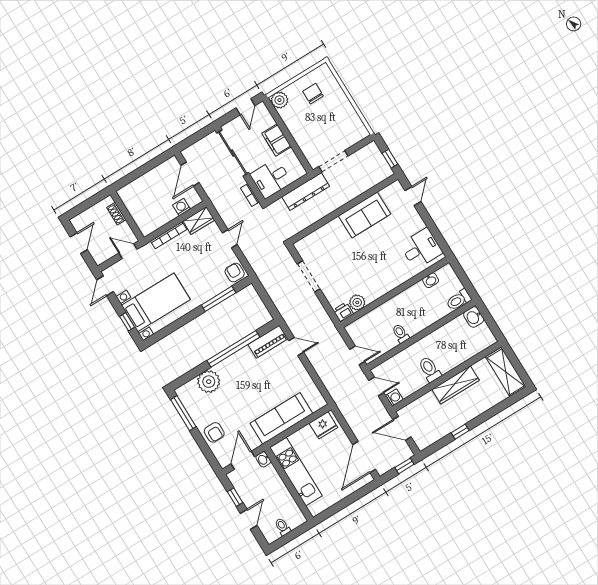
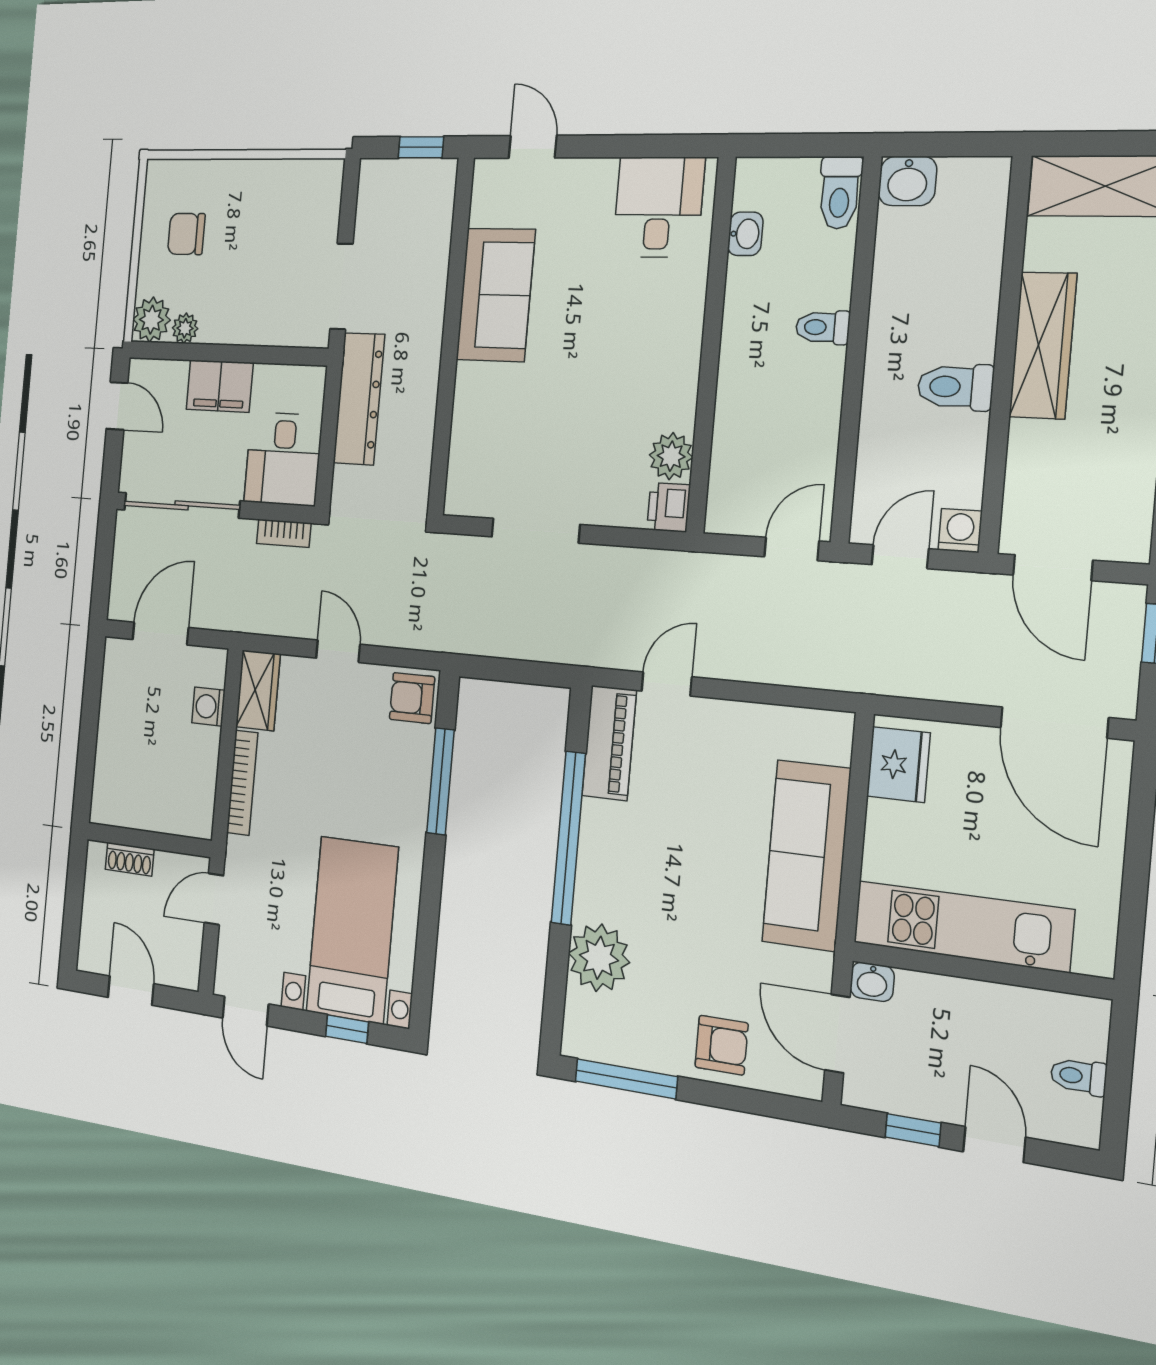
plant: (285, 114) -> (185, 328), added
door: (190, 174) -> (160, 634), swing flipped
toilet: (401, 333) -> (823, 327), moved
door: (402, 428) -> (1053, 568), hinge flipped

